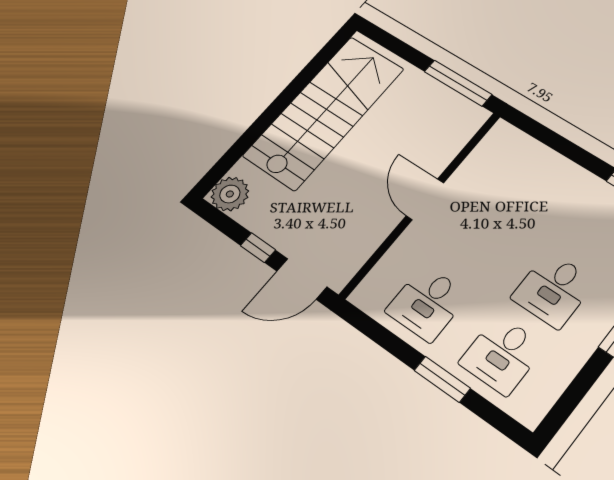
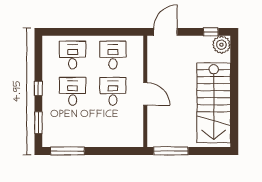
desk: (479, 241) -> (113, 91), added
window: (258, 248) -> (211, 32), moved
window: (442, 379) -> (86, 32), removed

